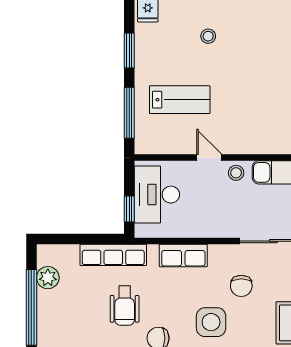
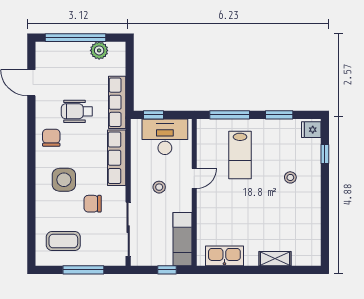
stool: (236, 173) -> (159, 187), moved
row of seats: (183, 256) -> (117, 158), width x1.48

